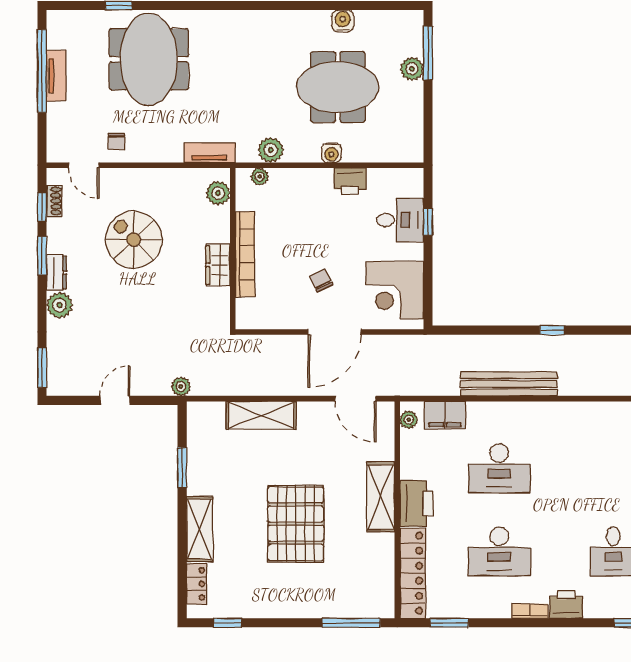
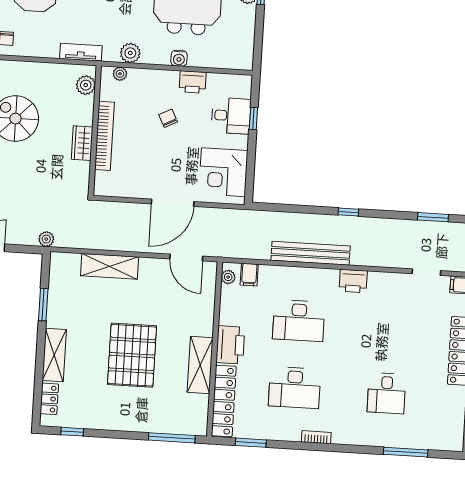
chair: (321, 280) -> (168, 118), moved
filing cabinet: (445, 415) -> (249, 275), width x0.50
shelving: (381, 497) -> (200, 365), moved
printer: (566, 605) -> (353, 281), moved, turned 180

